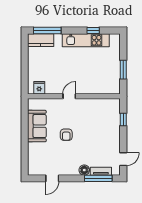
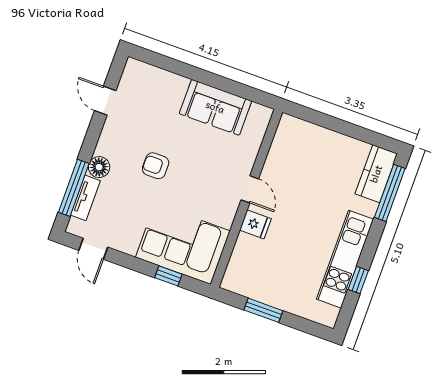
fridge: (39, 88) -> (255, 224), moved
corner sofa: (106, 118) -> (183, 244), added
armchair: (66, 135) -> (156, 166), moved

